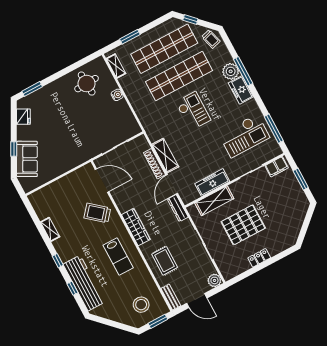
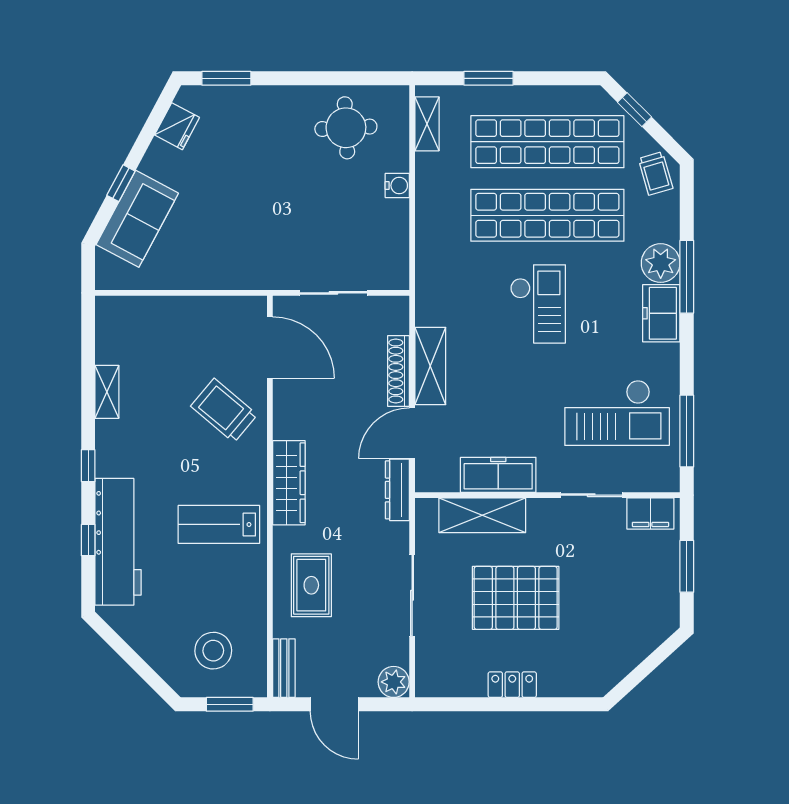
lab bench: (118, 257) -> (219, 524), turned 90

